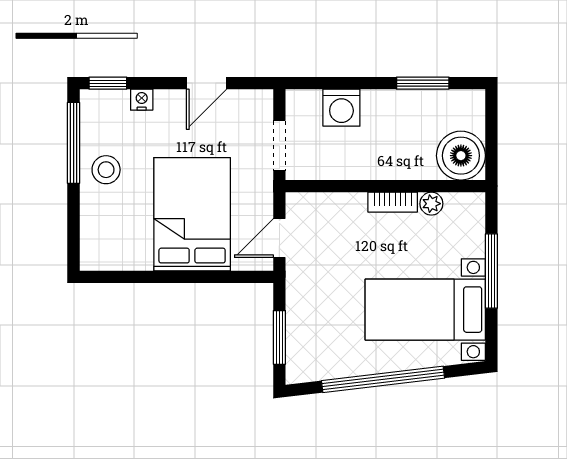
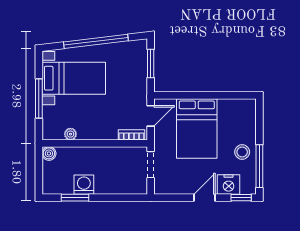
door: (207, 83) -> (204, 198), moved
nightstand: (142, 100) -> (229, 185), width x1.89, depth x1.79
washing machine: (341, 108) -> (84, 185), moved
boiler: (461, 156) -> (49, 153), width x0.54, depth x0.54
bookcase: (393, 202) -> (131, 135), moved

